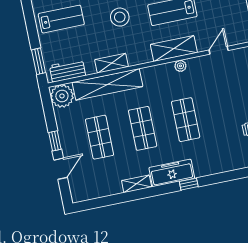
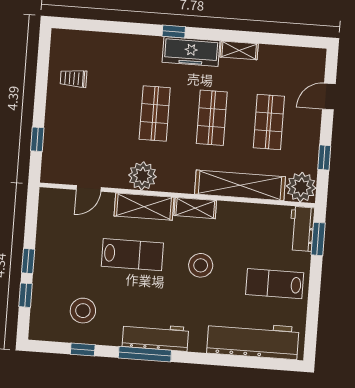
shelving: (112, 63) -> (195, 208), moved
plant: (180, 66) -> (142, 176), width x1.88, depth x1.88
workbench: (67, 71) -> (302, 229), moved, turned 90
window: (55, 141) -> (324, 158), moved

